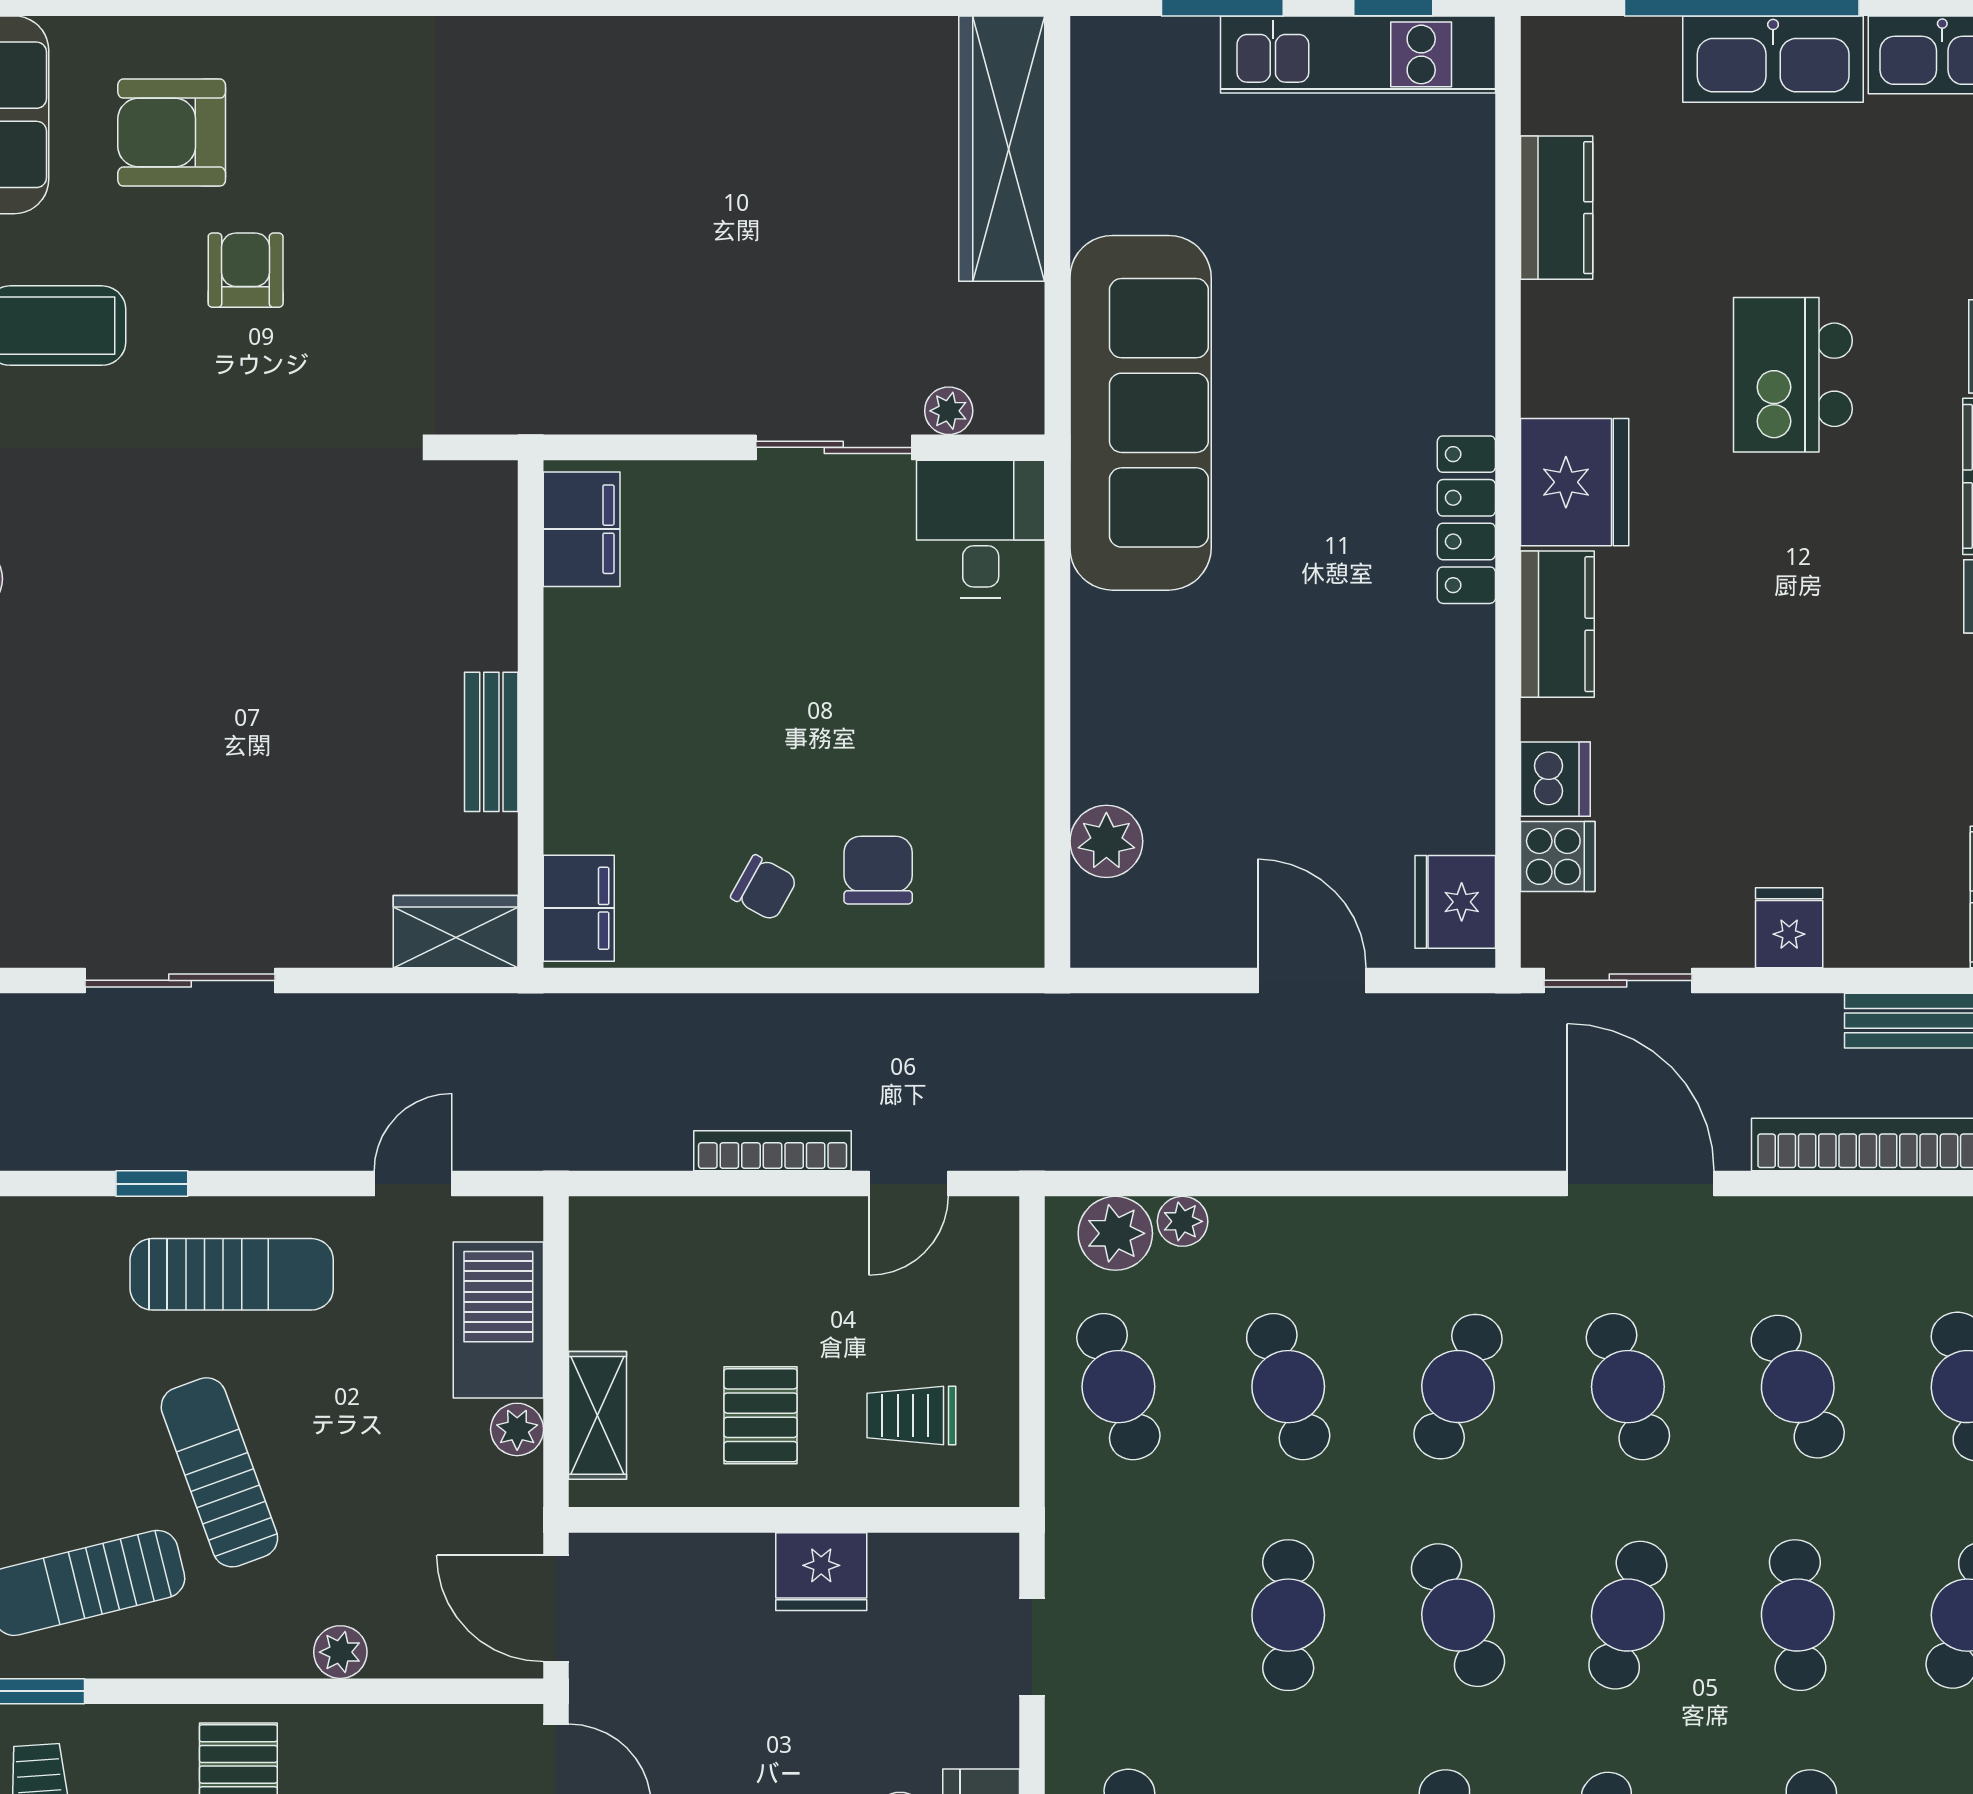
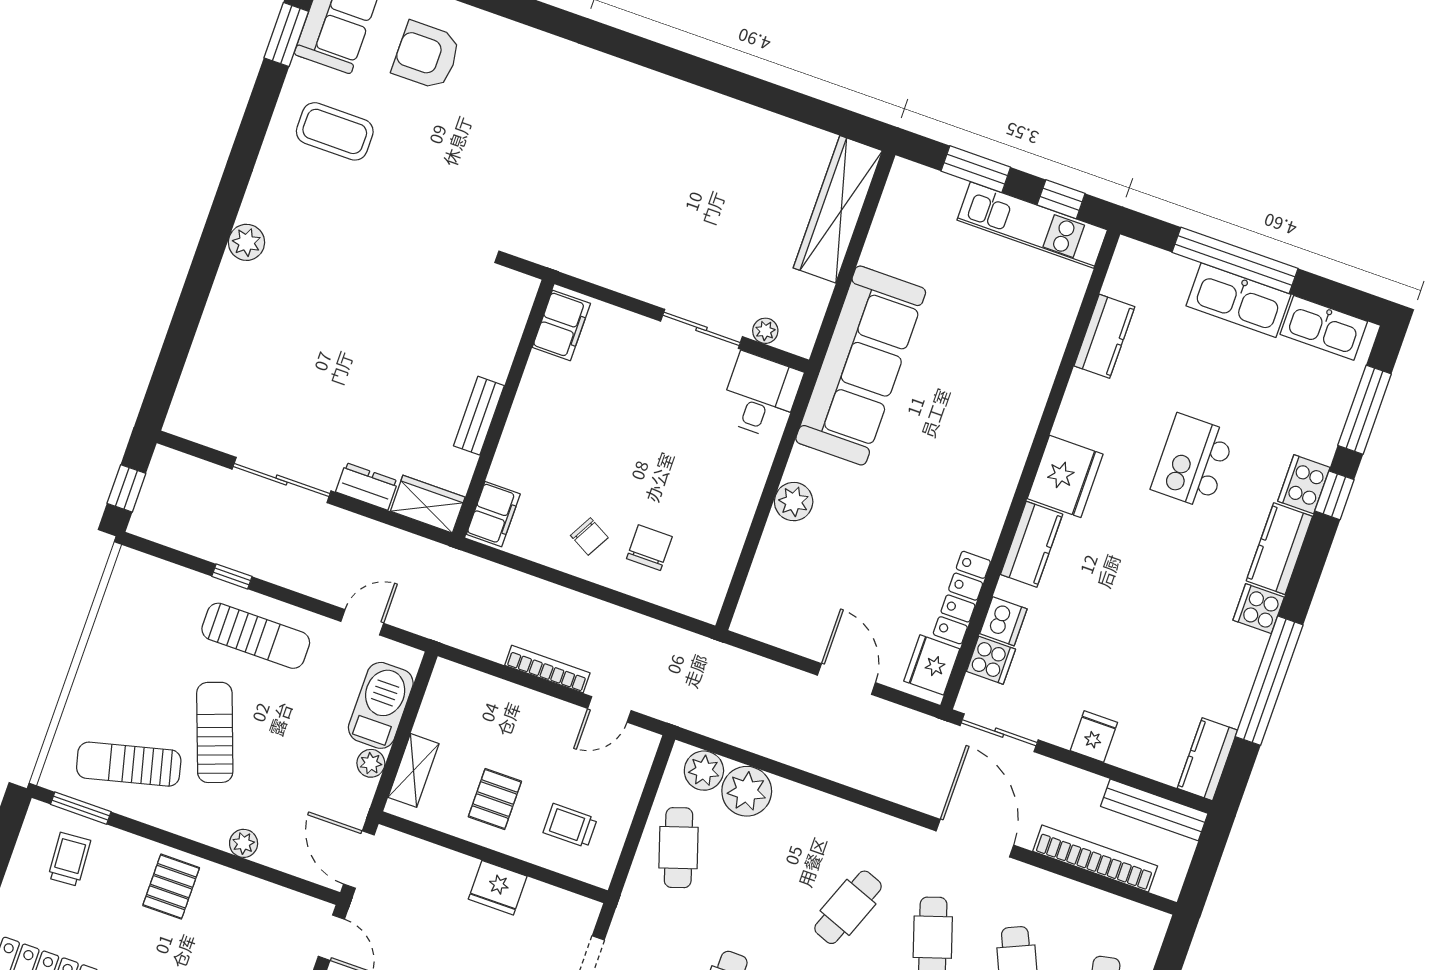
armchair: (246, 270) -> (439, 137), removed
locker: (1466, 520) -> (962, 598), moved
plant: (1106, 841) -> (794, 502), moved
dresser: (336, 938) -> (367, 486), added
plant: (1183, 1221) -> (747, 791), width x1.87, depth x1.87
cafe table: (1288, 1387) -> (763, 877), removed

